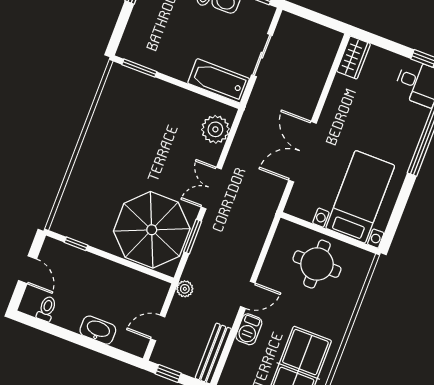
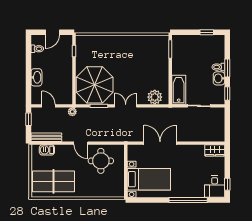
round table: (317, 264) -> (101, 161), moved
barbecue: (249, 329) -> (47, 150), moved

